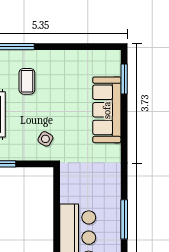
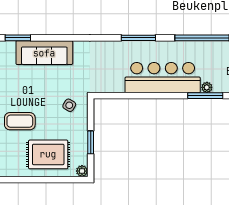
coffee table: (27, 81) -> (20, 121), width x1.36, depth x1.30

